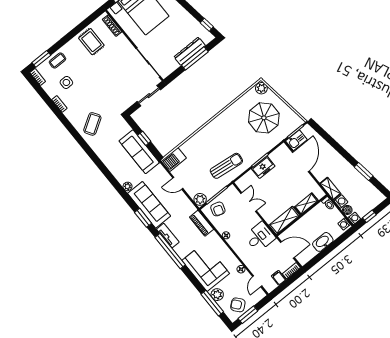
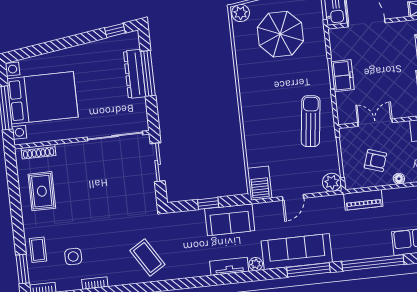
rug: (91, 42) -> (42, 191), turned 90
sofa: (139, 152) -> (230, 220), width x0.73
armchair: (218, 209) -> (375, 161), moved
window: (143, 218) -> (308, 270), width x1.44
tv unit: (168, 236) -> (229, 266), moved

